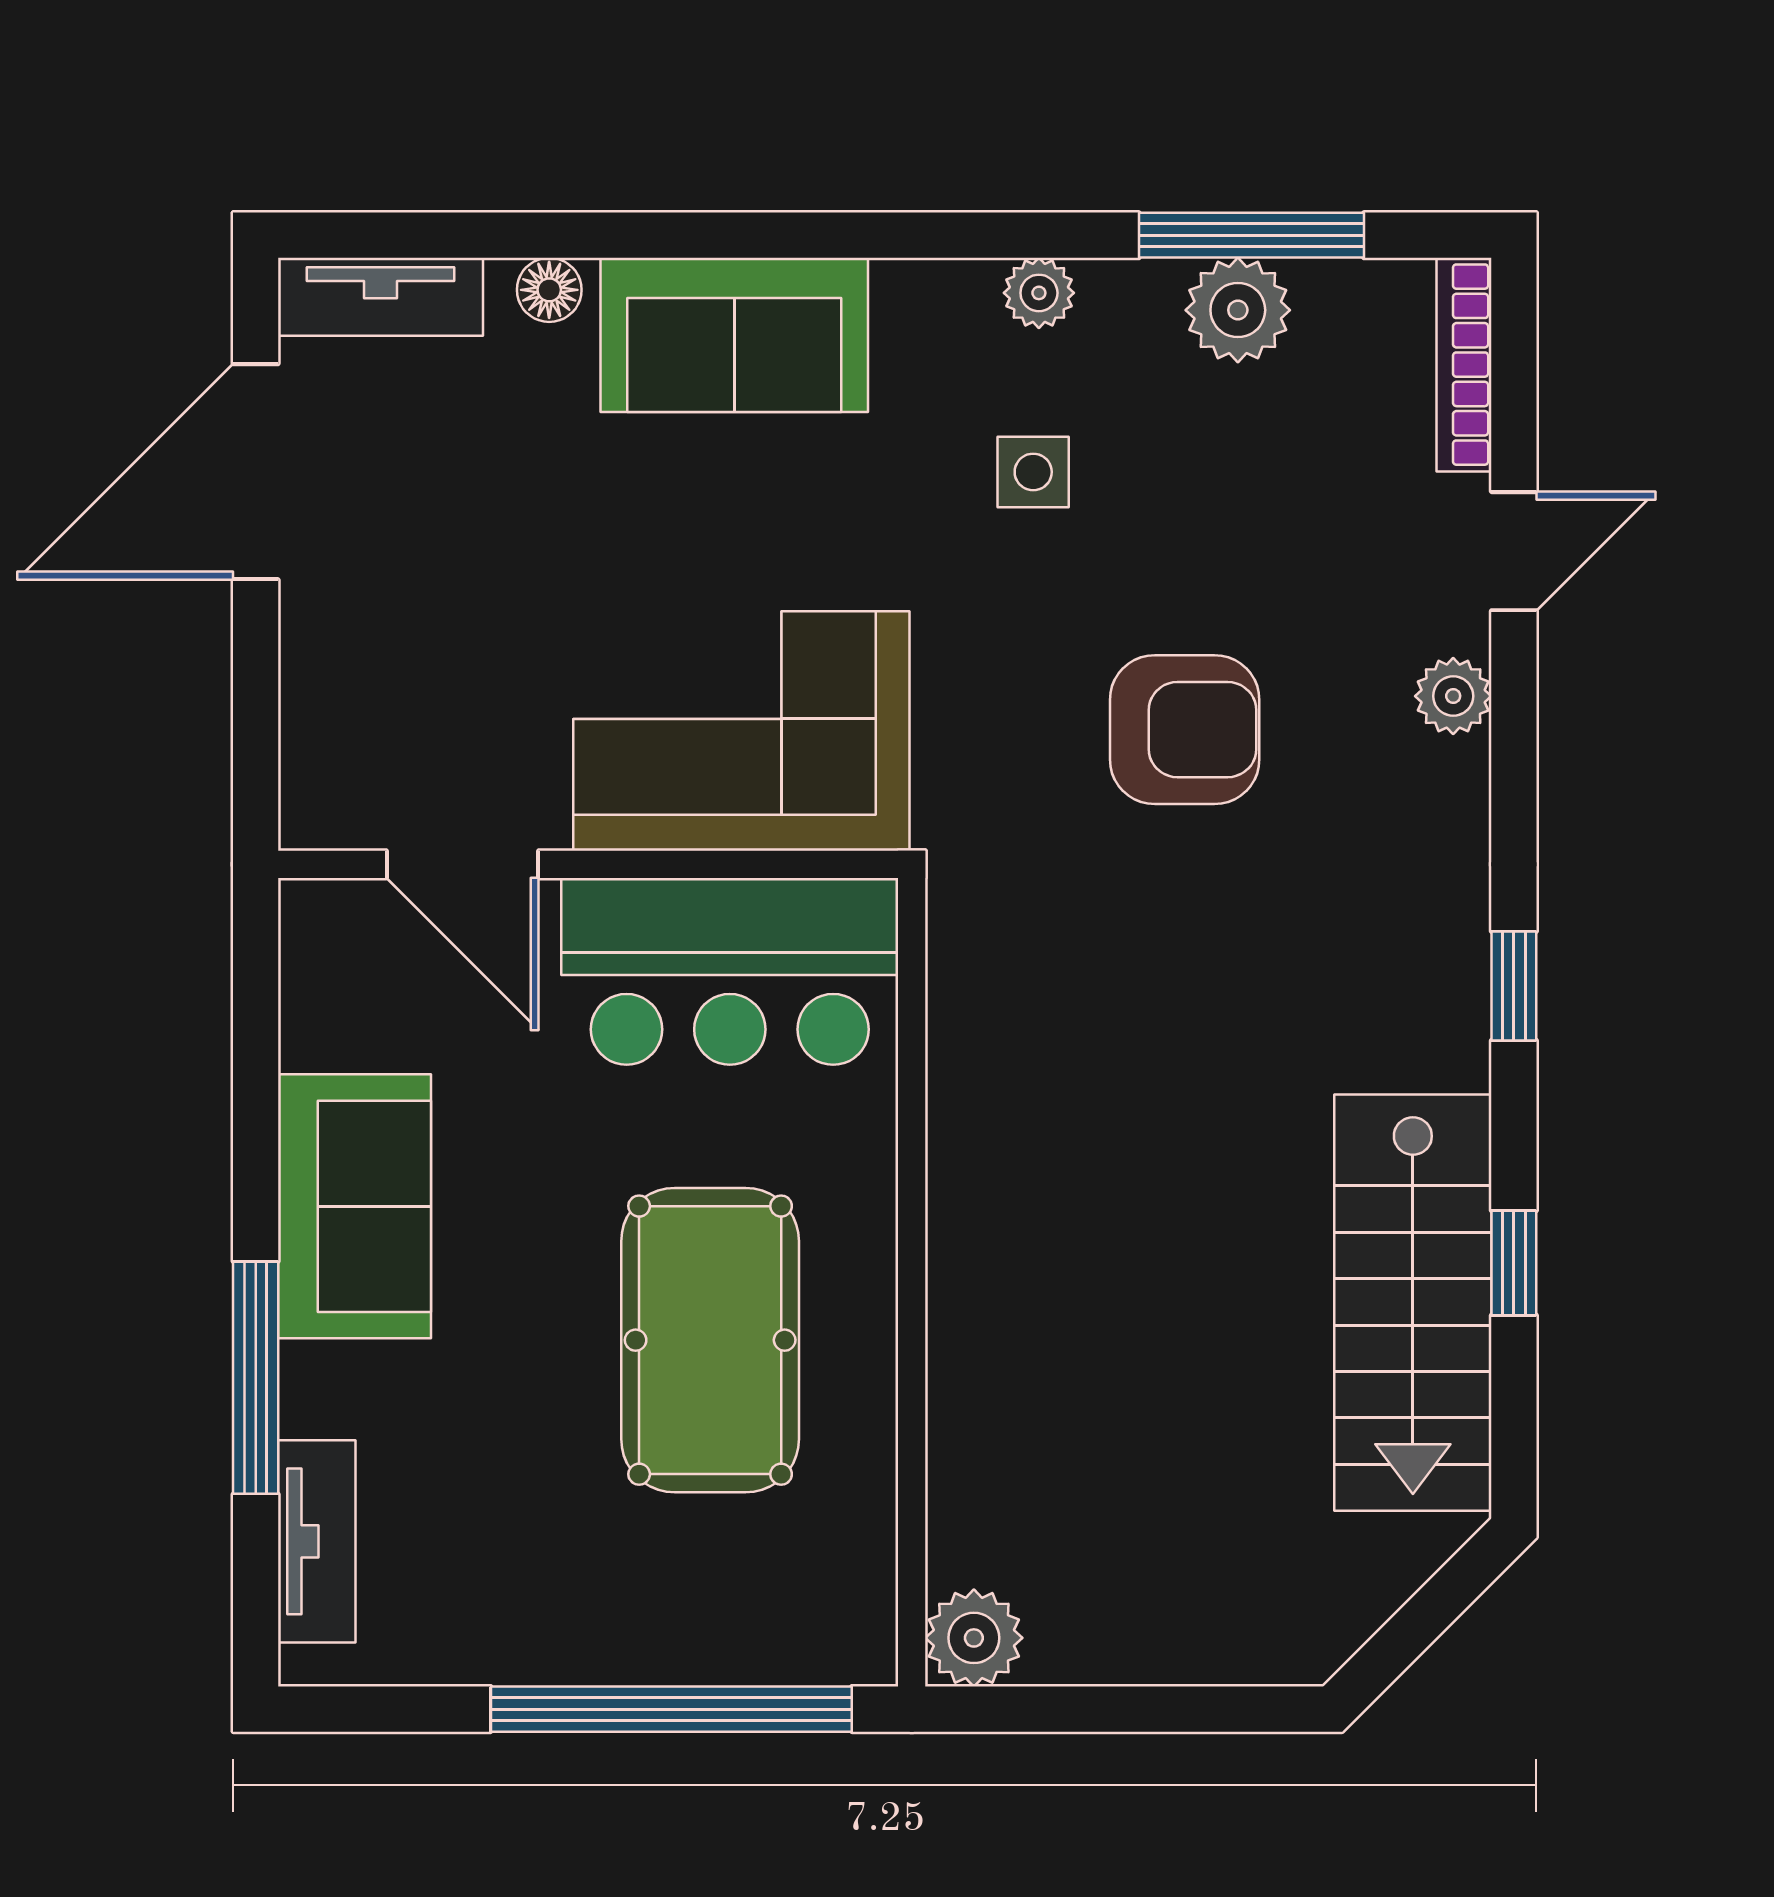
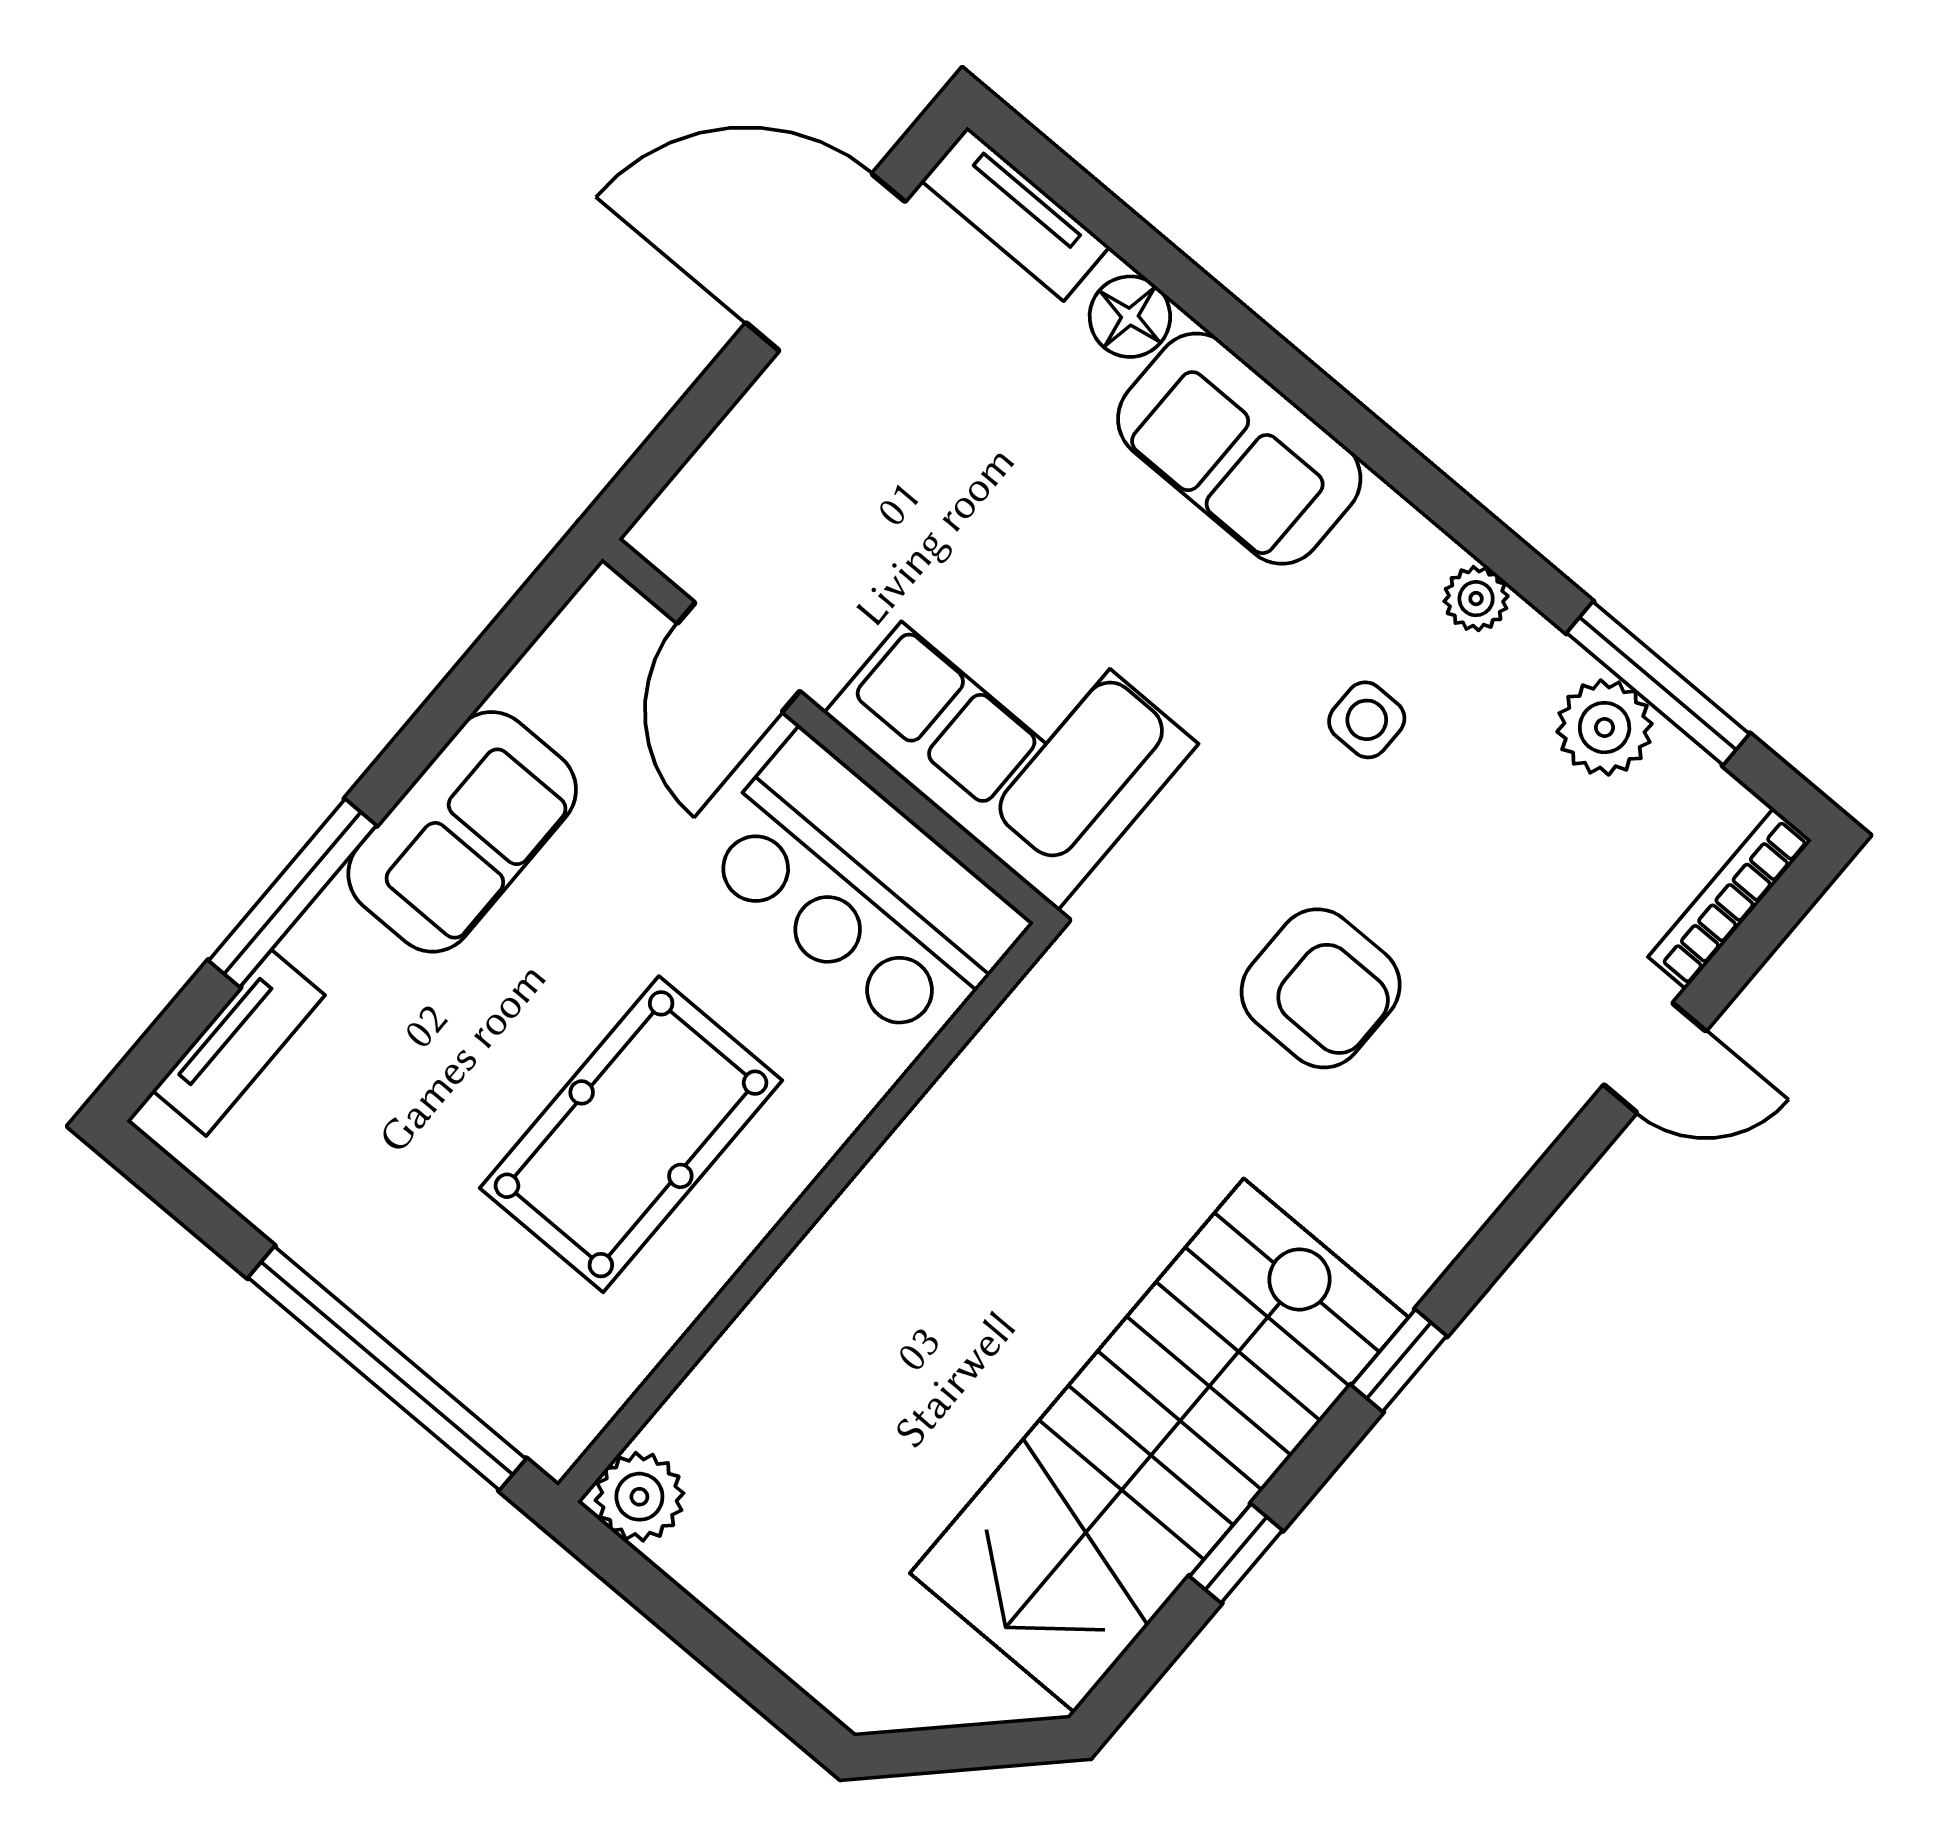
floor lamp: (549, 290) -> (1130, 317), width x1.37, depth x1.37
plant: (1453, 696) -> (1527, 1123), removed
stairs: (1413, 1303) -> (1159, 1445), width x1.36, depth x1.51

